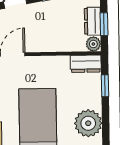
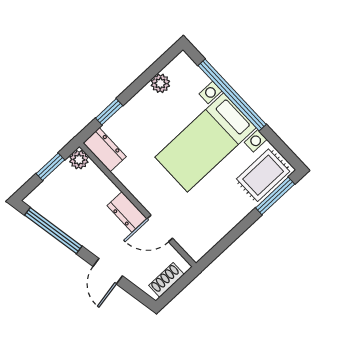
dresser: (92, 21) -> (127, 212), moved, turned 90
plant: (88, 123) -> (160, 83), width x0.53, depth x0.53

